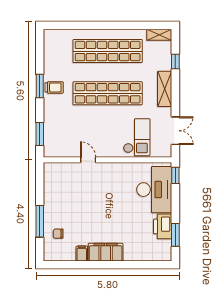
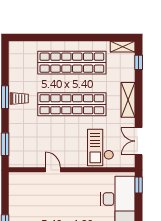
window: (175, 61) -> (139, 62), moved
double door: (175, 131) -> (139, 141), swing flipped
checkout: (137, 137) -> (100, 147), turned 180

